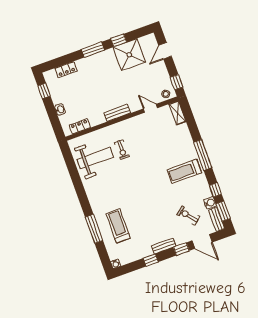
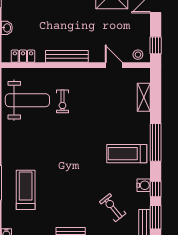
bench: (117, 113) -> (67, 56), width x1.36
shelving: (177, 113) -> (144, 97), moved
water cooler: (210, 203) -> (144, 185), moved

